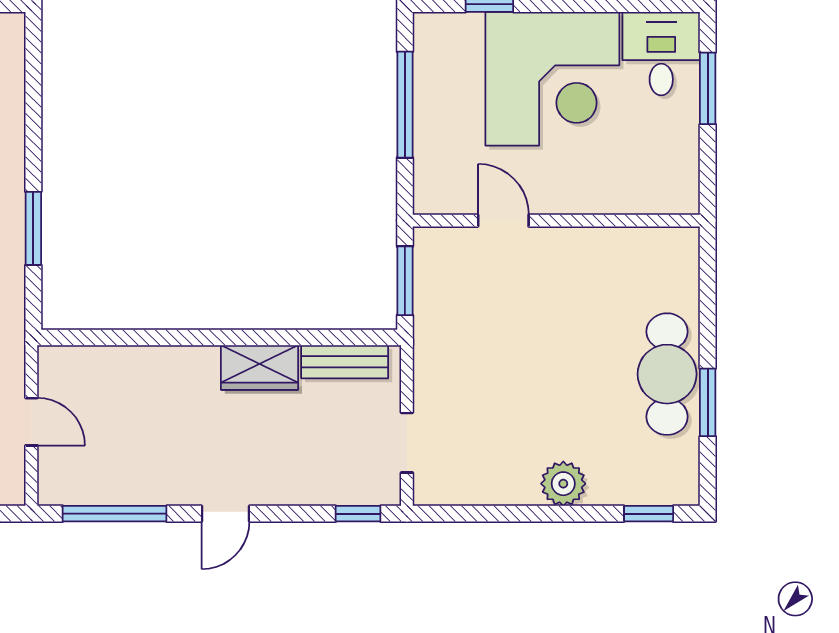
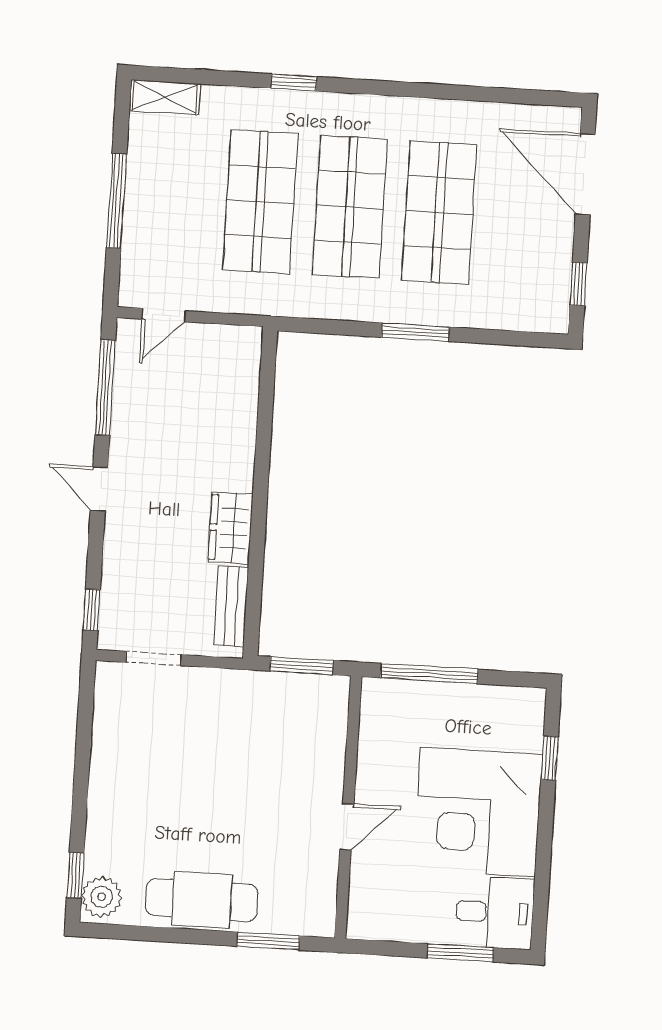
window: (405, 105) -> (429, 674), moved
door: (503, 221) -> (347, 827), moved
window: (33, 228) -> (415, 332), moved
window: (708, 402) -> (268, 941), moved
door: (31, 422) -> (164, 315), moved
plant: (563, 484) -> (102, 897), moved

